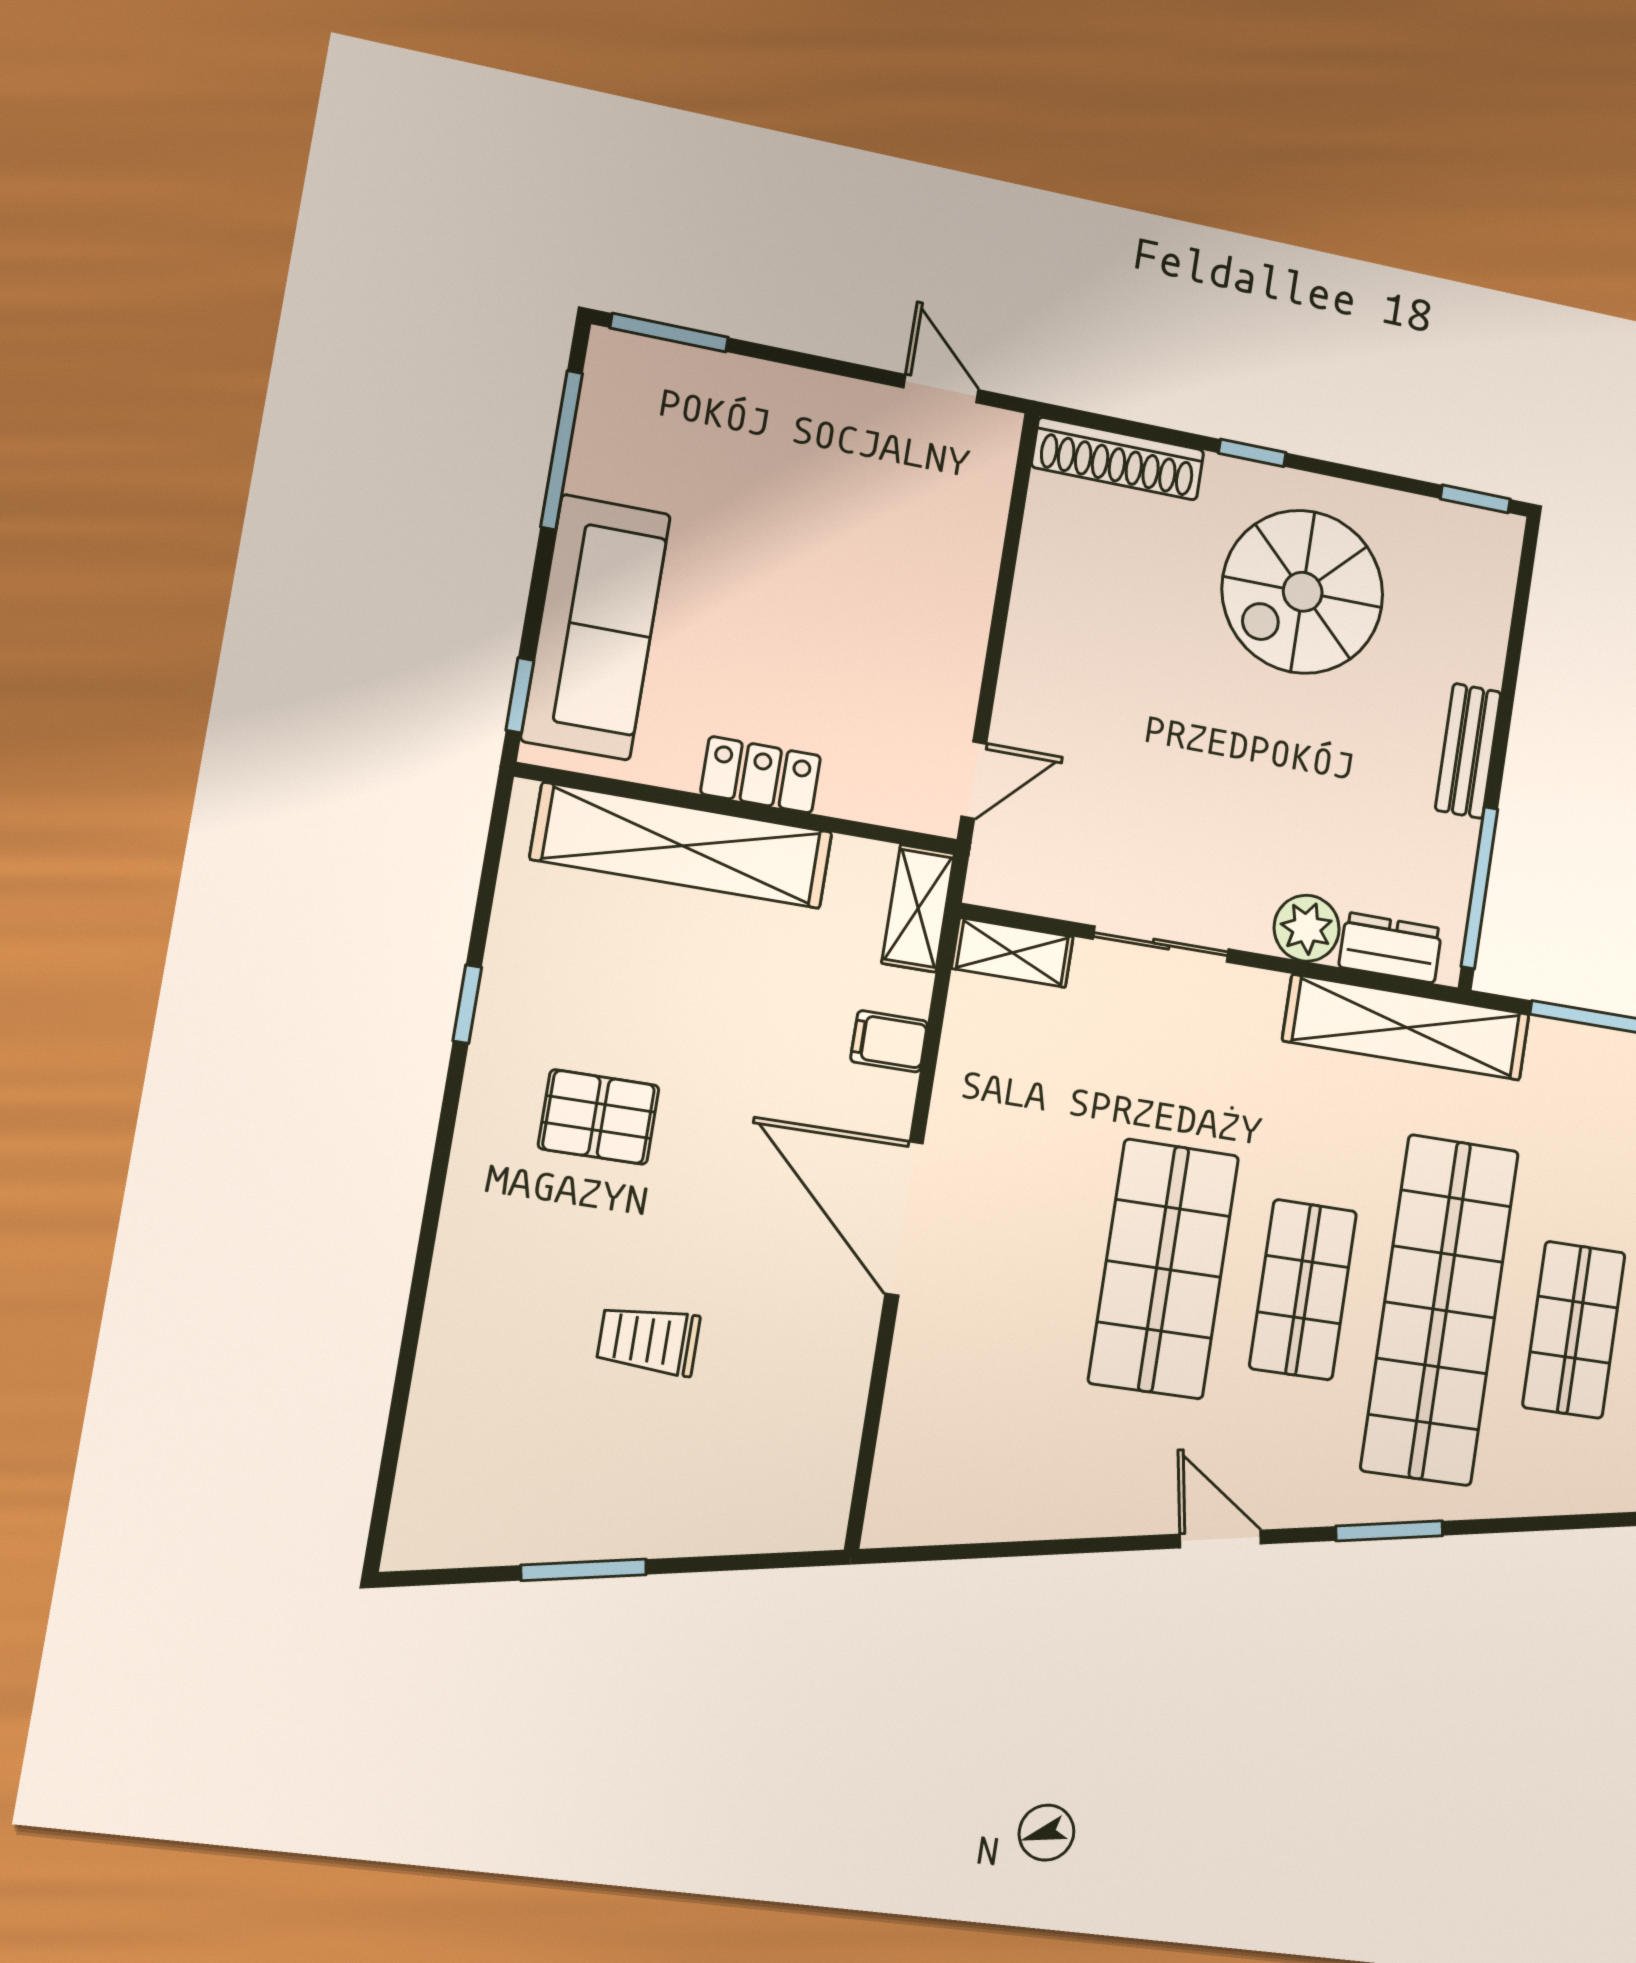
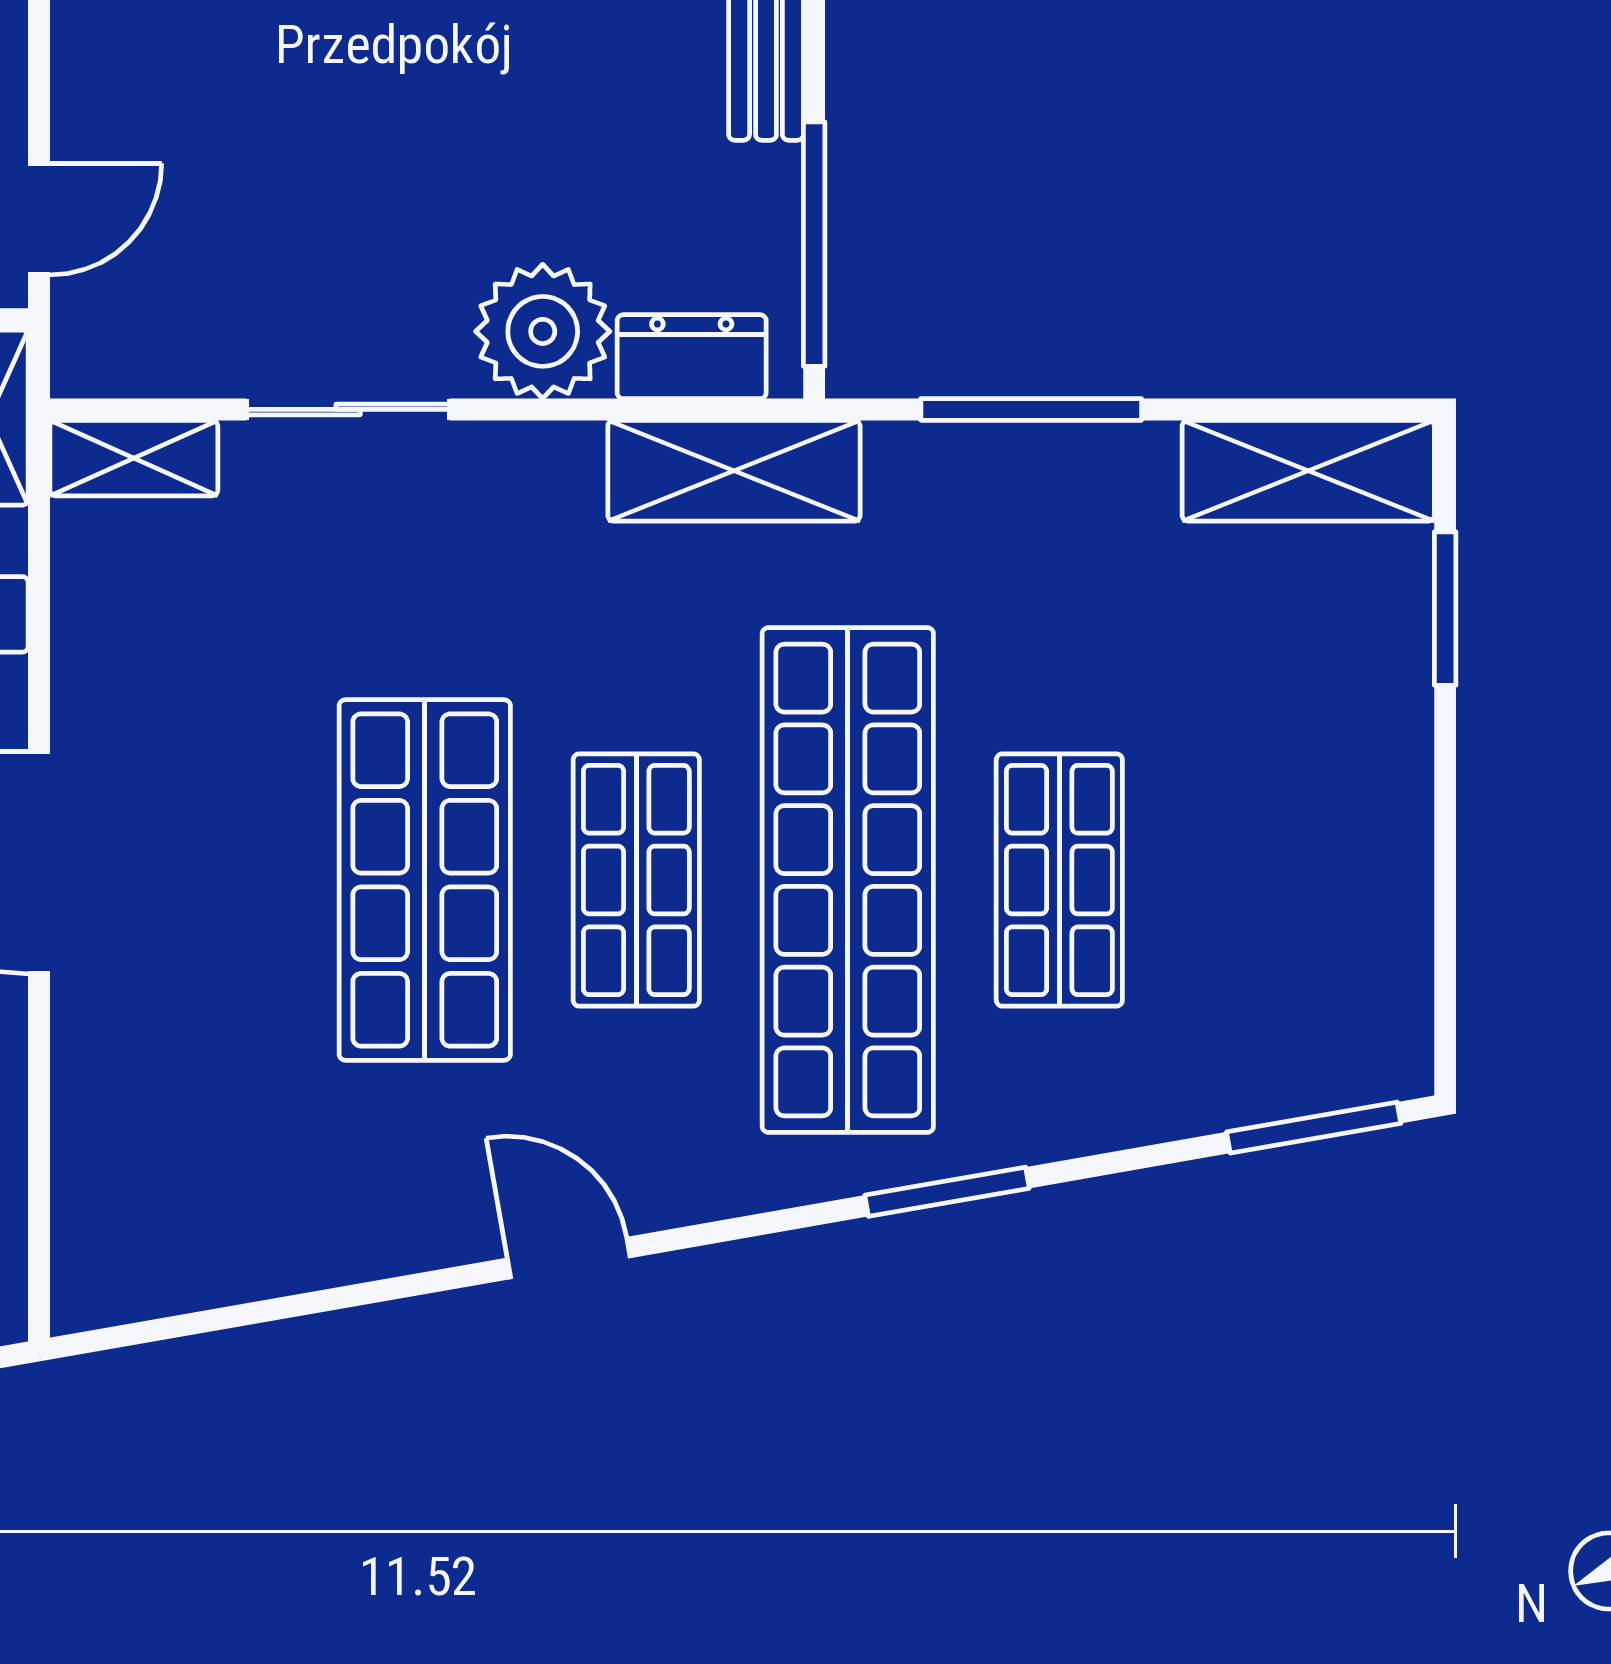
plant: (1307, 928) -> (543, 331), width x1.36, depth x1.36
shelving: (1406, 1027) -> (734, 471), width x0.68
window: (1389, 1531) -> (947, 1192), moved

